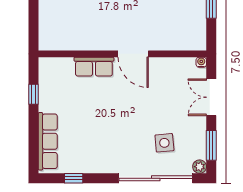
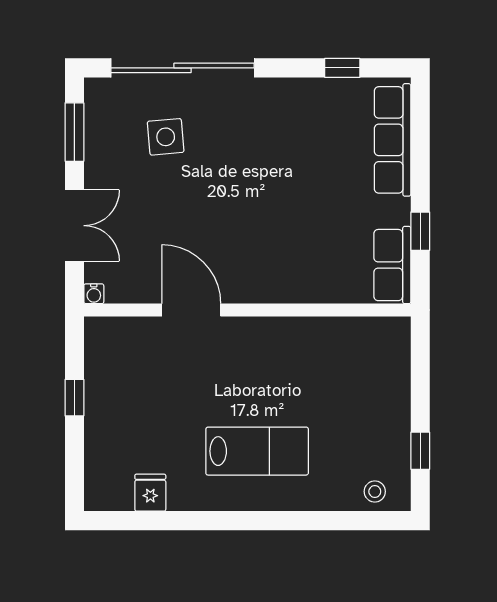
door: (133, 54) -> (191, 310), moved
row of seats: (94, 67) -> (392, 265), moved, turned -90
plant: (200, 167) -> (97, 91), removed

